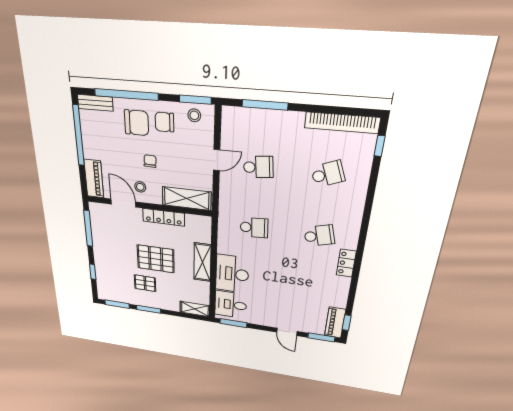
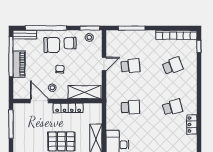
piano: (94, 179) -> (19, 64), moved

